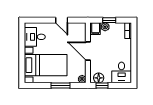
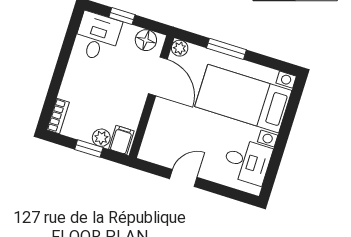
door: (62, 20) -> (183, 178), hinge flipped
door: (88, 51) -> (158, 76), moved
window: (102, 86) -> (122, 16), moved

